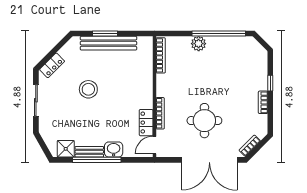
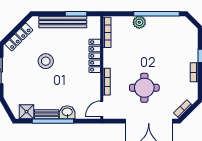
window: (105, 33) -> (76, 14), moved
locker: (52, 65) -> (19, 37), width x1.53
locker: (146, 123) -> (95, 56), moved, width x1.53

